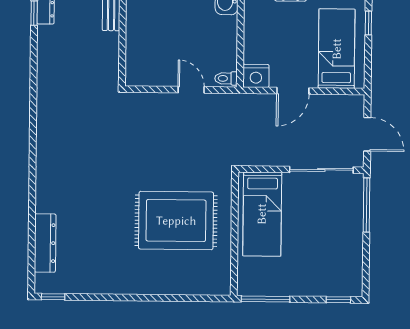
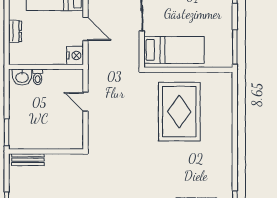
toilet: (226, 78) -> (38, 77), moved
door: (191, 90) -> (86, 102), hinge flipped

